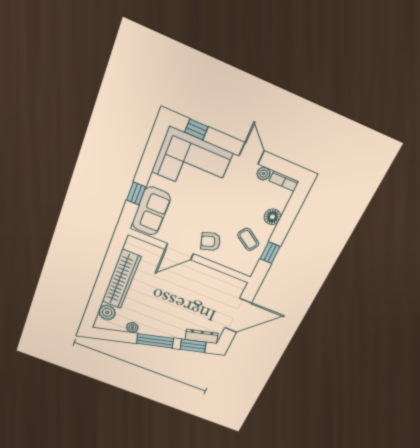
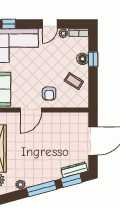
door: (252, 153) -> (50, 24), swing flipped
armchair: (210, 241) -> (49, 93), turned -72
window: (270, 253) -> (93, 59), moved

